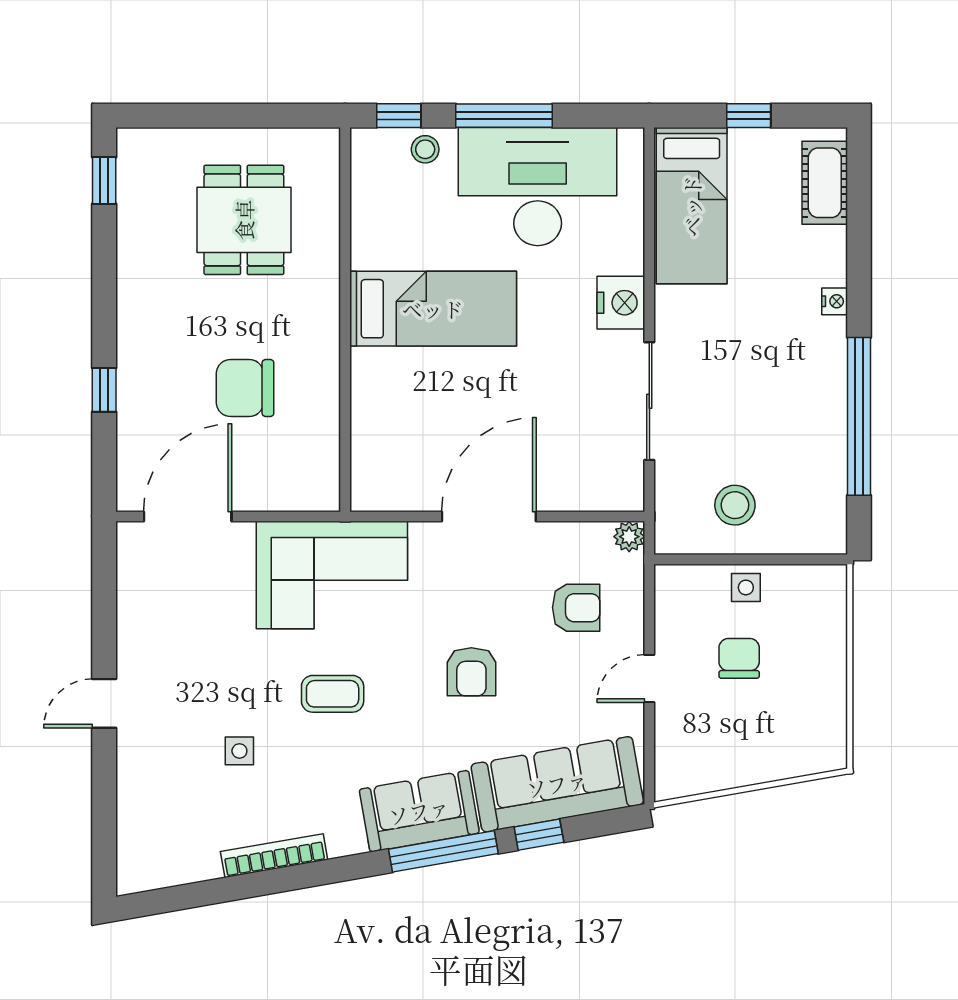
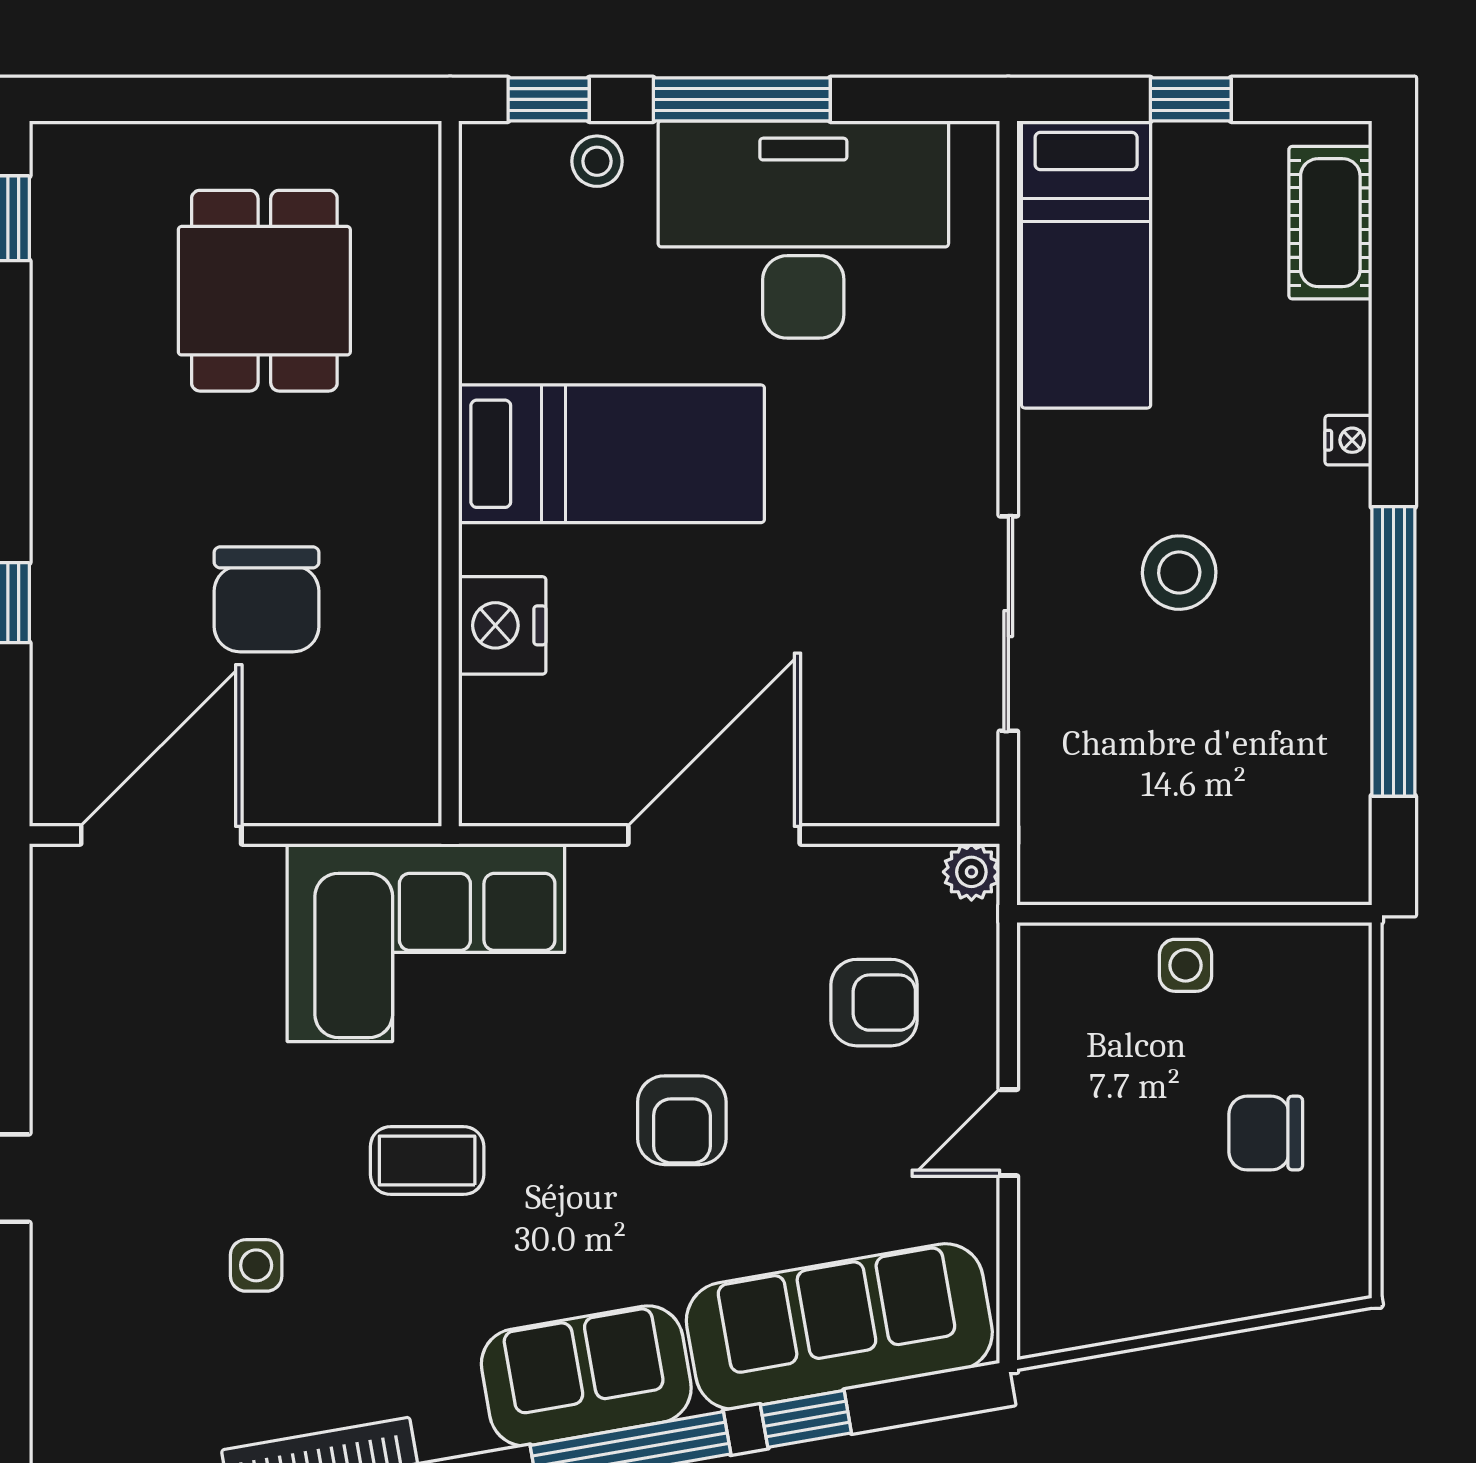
nightstand: (621, 303) -> (502, 625), moved, turned 180
chair: (245, 388) -> (266, 599), turned -90
stool: (735, 505) -> (1179, 573), moved
chair: (739, 658) -> (1266, 1133), moved, turned -90

